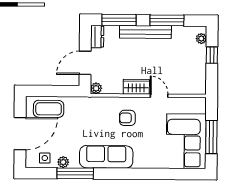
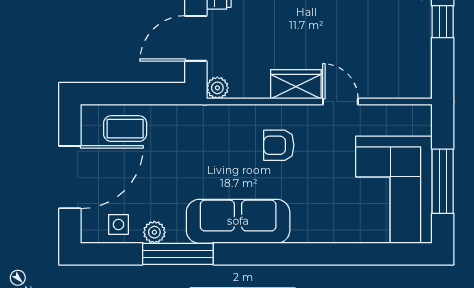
coffee table: (49, 109) -> (125, 129), width x0.73, depth x0.77

